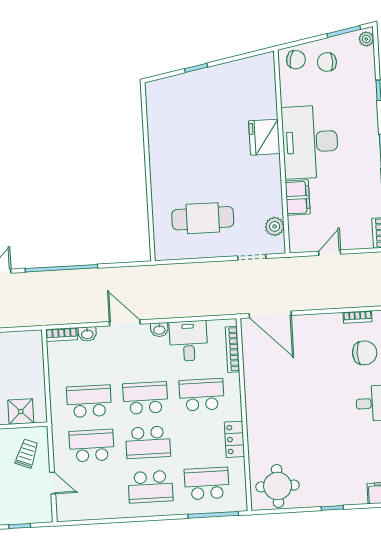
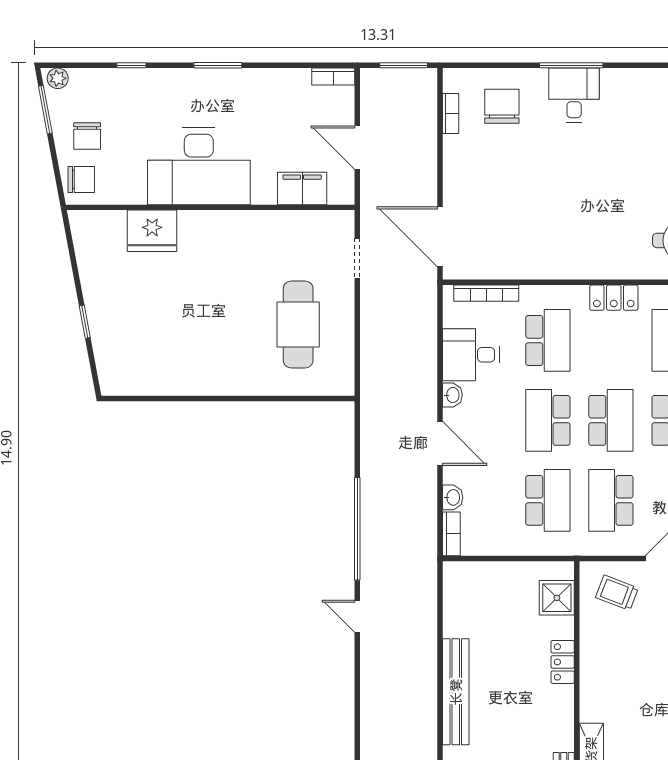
chair: (296, 60) -> (81, 180), turned 77
fridge: (264, 137) -> (152, 231), moved
filing cabinet: (298, 198) -> (302, 188), moved
plant: (275, 226) -> (316, 223), removed
door: (330, 253) -> (357, 148), width x1.38
door: (270, 315) -> (440, 237), swing flipped
door: (125, 323) -> (440, 443), swing flipped
school desk: (202, 395) -> (548, 340), turned 180
school desk: (89, 401) -> (548, 500), turned 180

